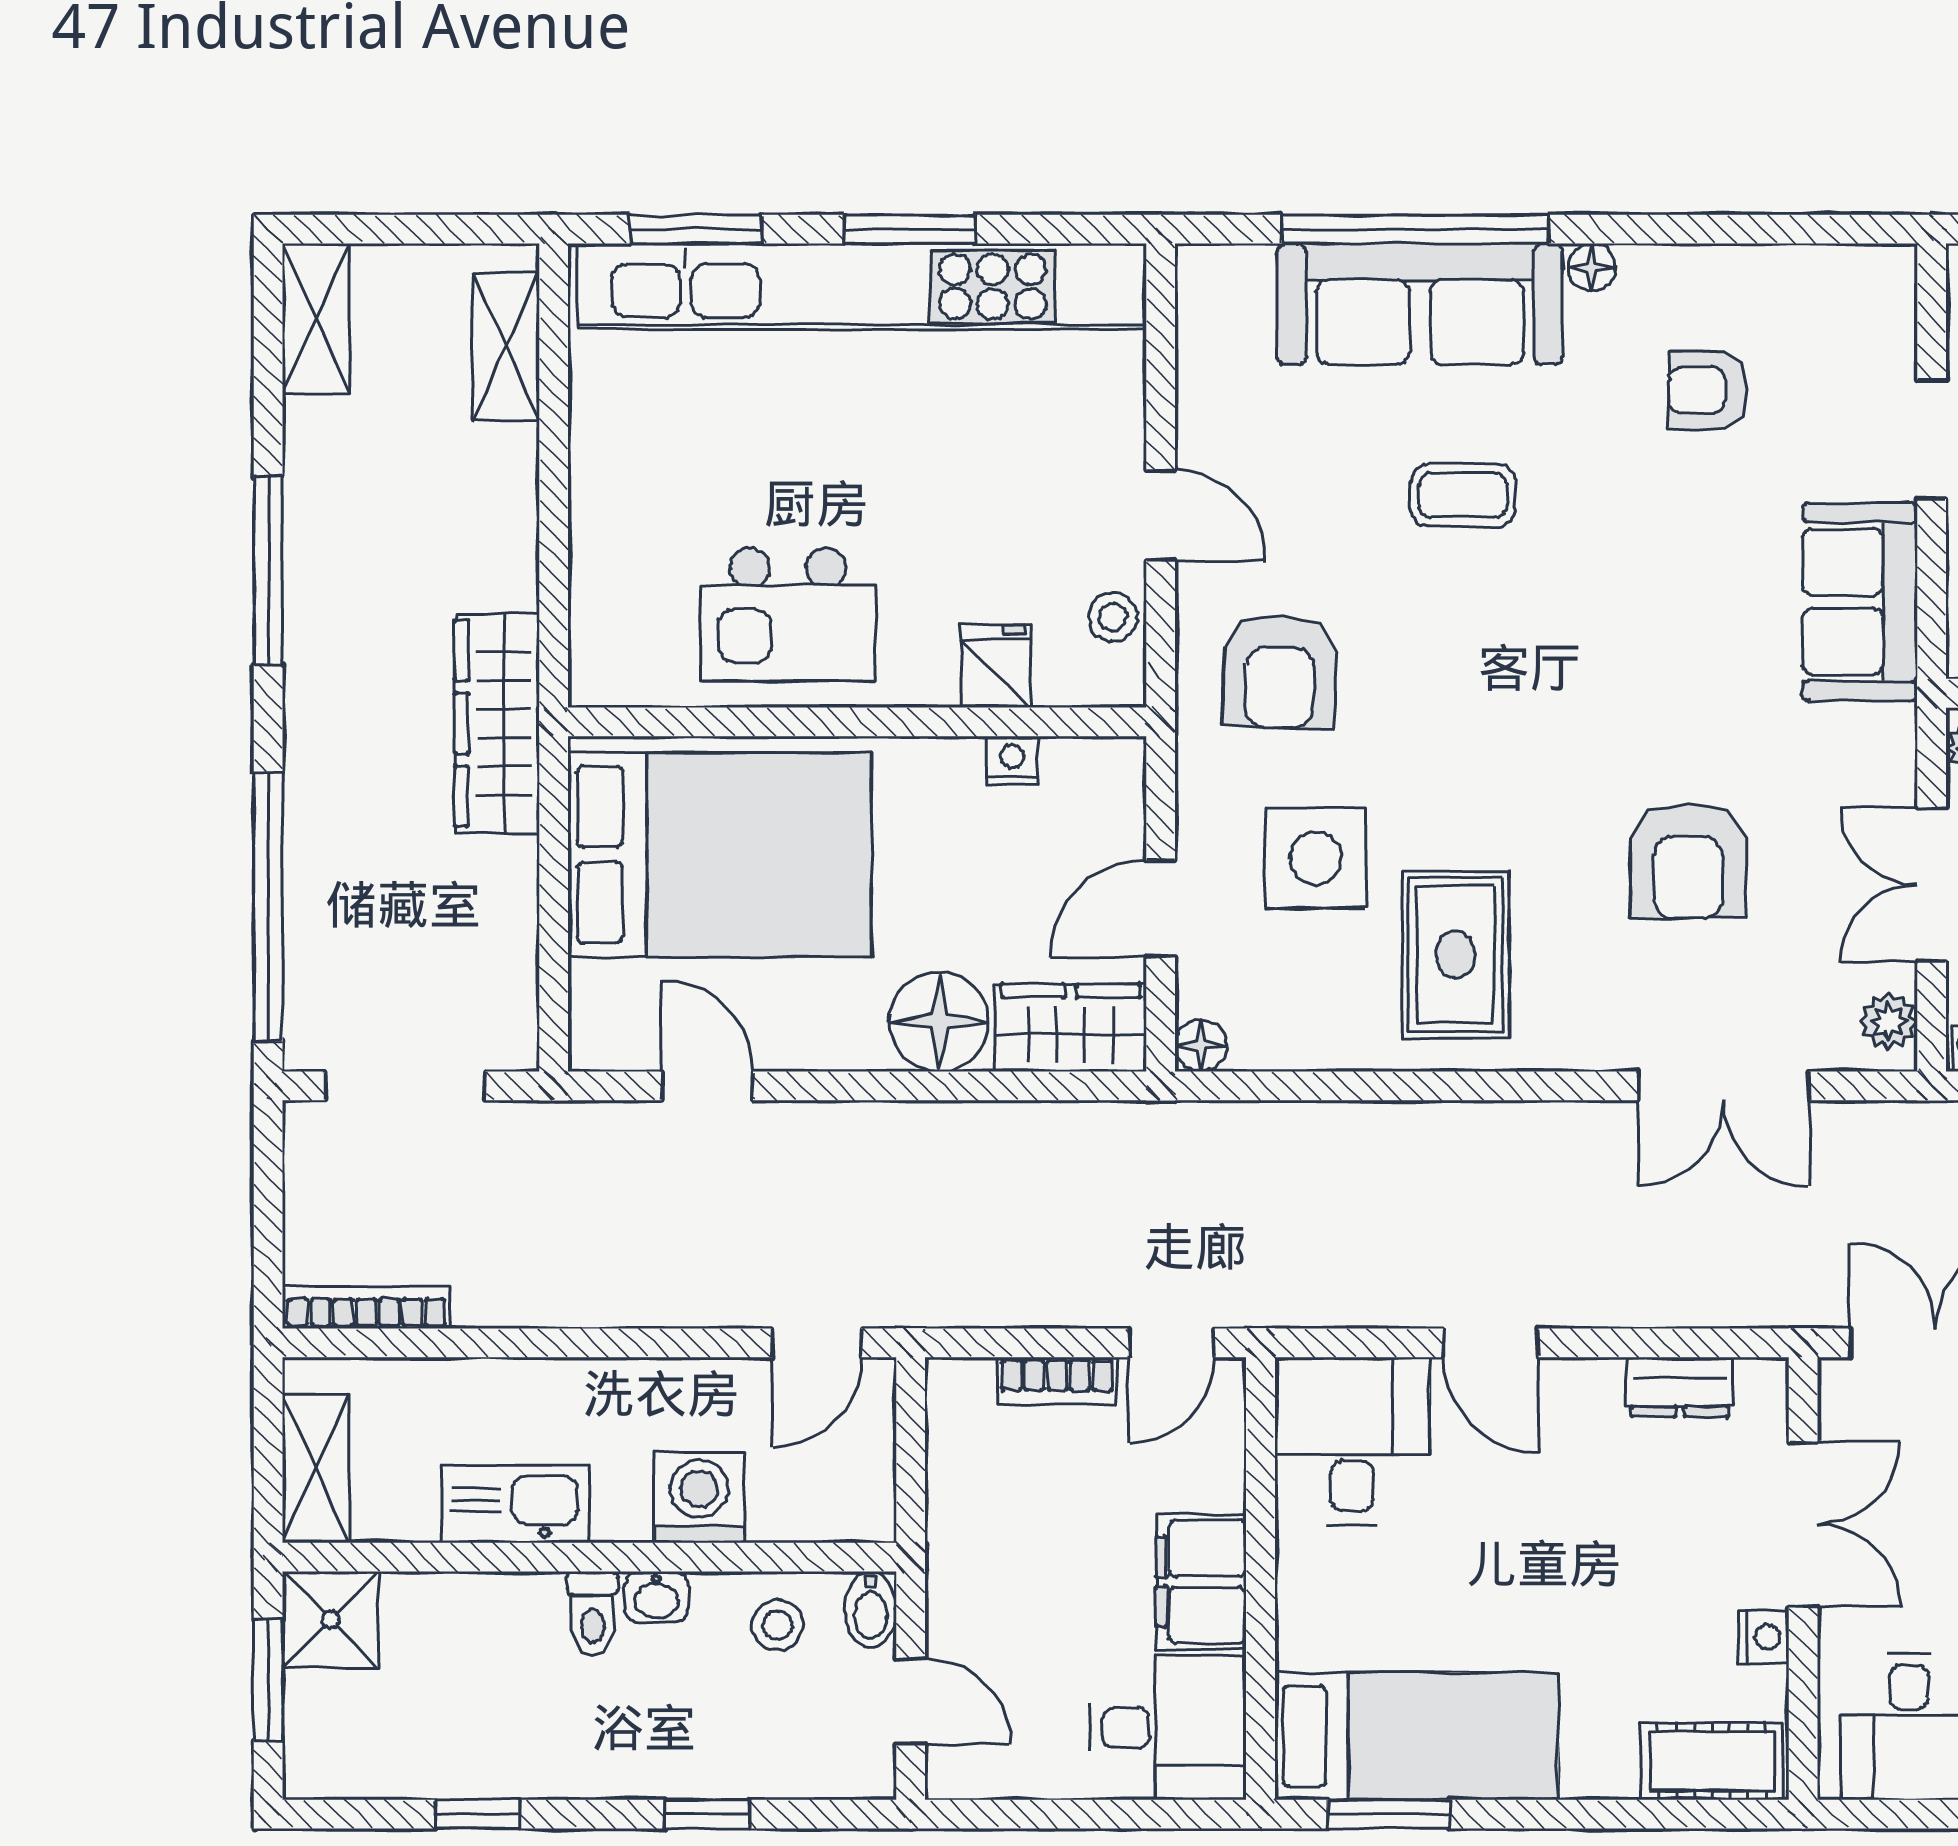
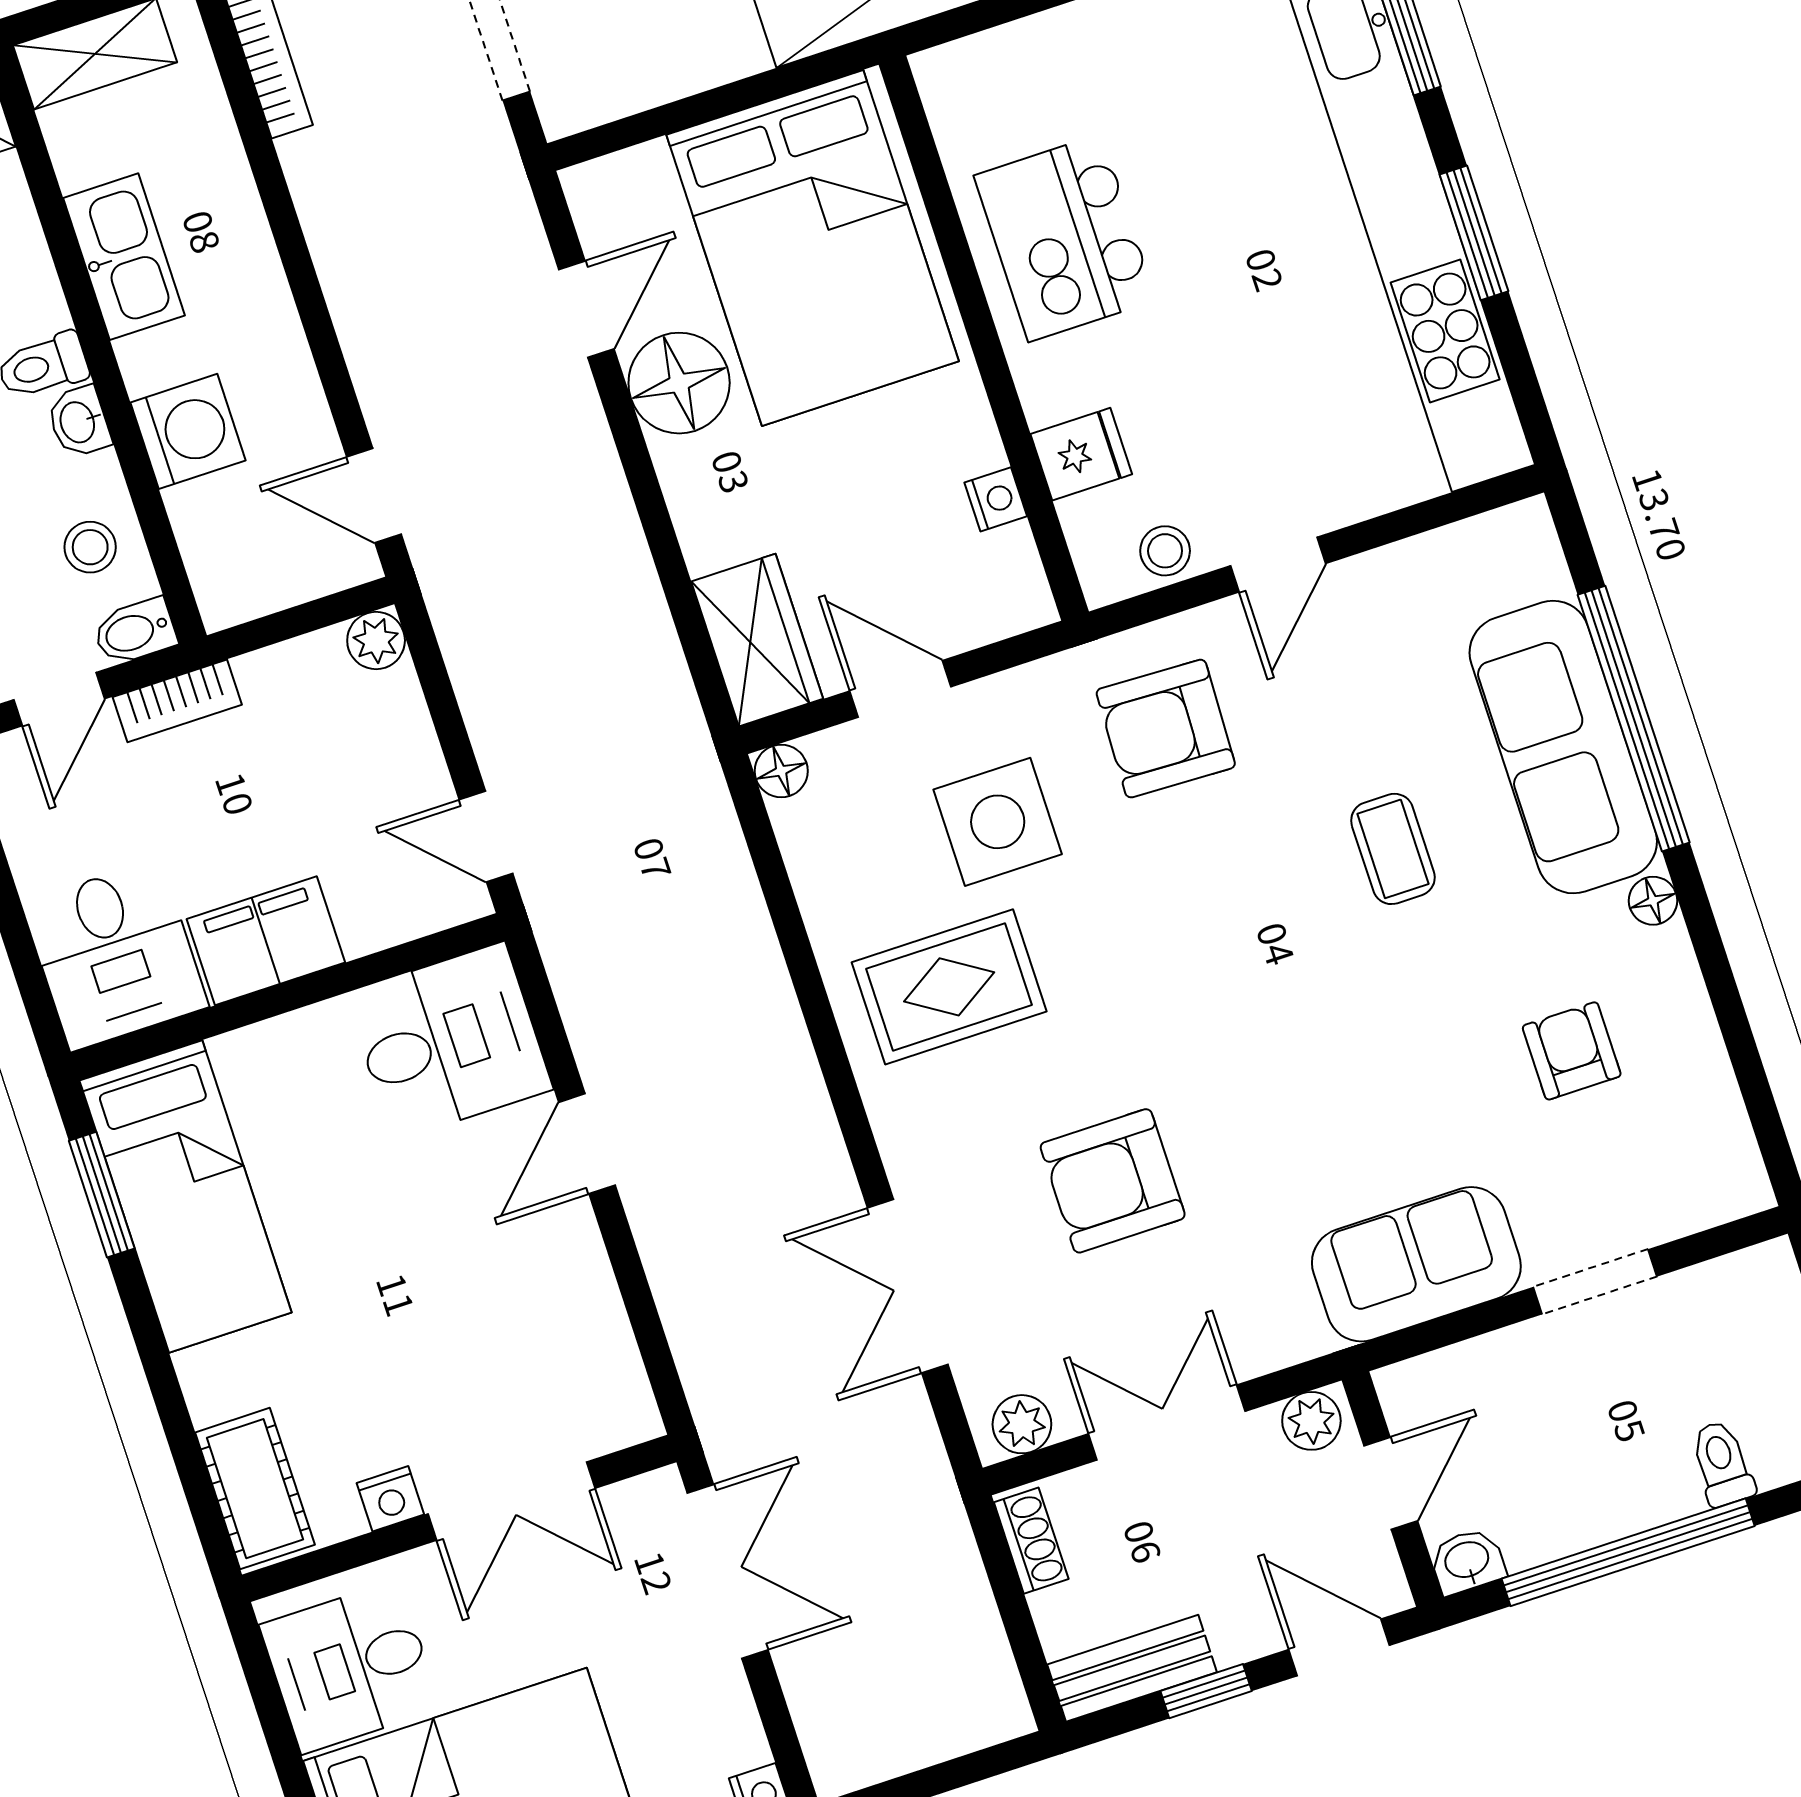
floor lamp: (939, 1022) -> (679, 383), moved
bookcase: (1057, 1381) -> (177, 701), moved, turned -90
plant: (953, 1386) -> (376, 640), added
dresser: (1680, 1387) -> (604, 1339), removed

